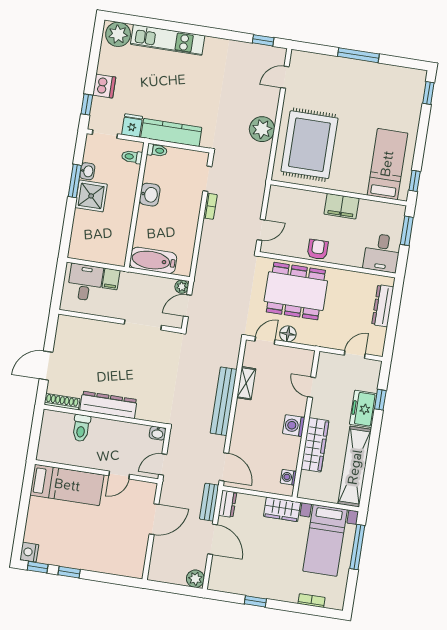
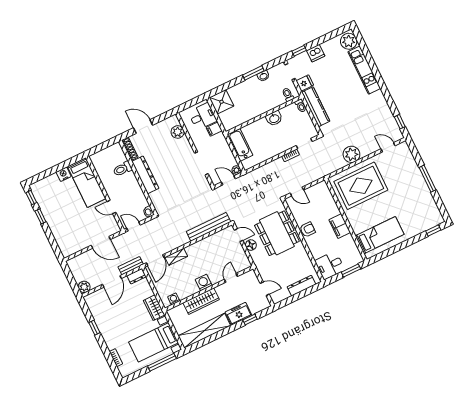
window: (415, 181) -> (381, 256), removed
shower: (91, 196) -> (222, 102), moved
plant: (83, 327) -> (178, 132), added
shelving: (246, 383) -> (176, 257), moved
bench: (224, 401) -> (209, 227), moved
nightstand: (29, 552) -> (64, 174), moved

